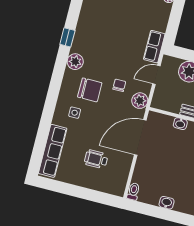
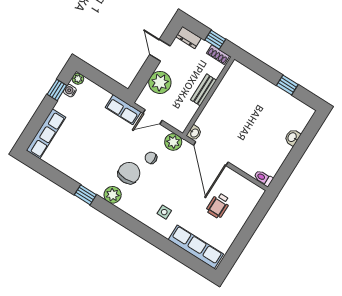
door: (156, 75) -> (152, 117), hinge flipped
chair: (90, 90) -> (129, 173), moved
washbasin: (180, 124) -> (194, 133), moved
washbasin: (167, 203) -> (292, 137), moved

